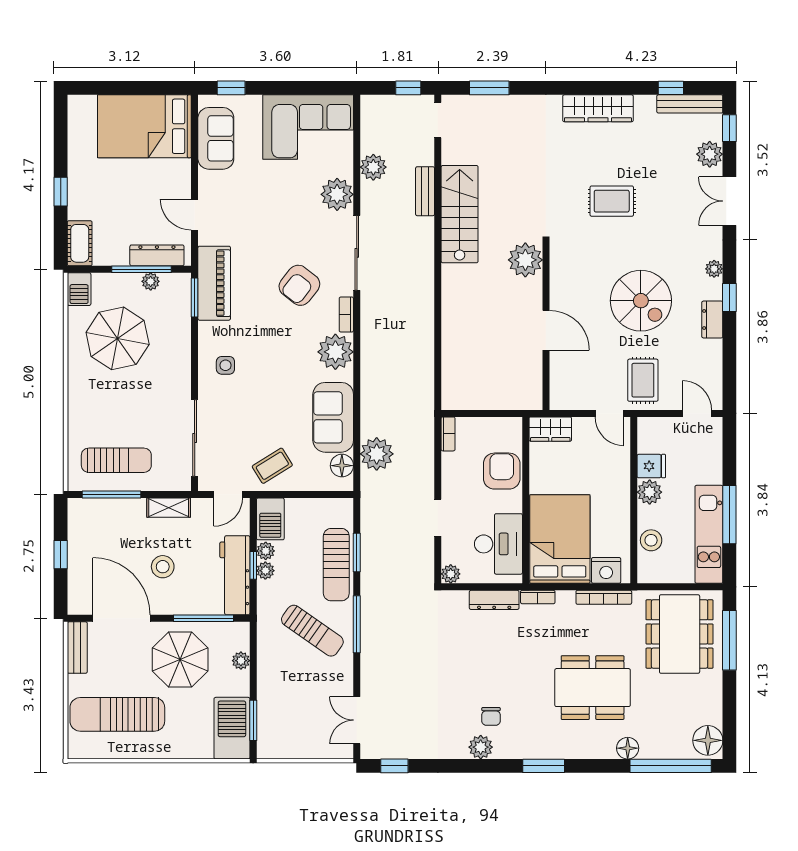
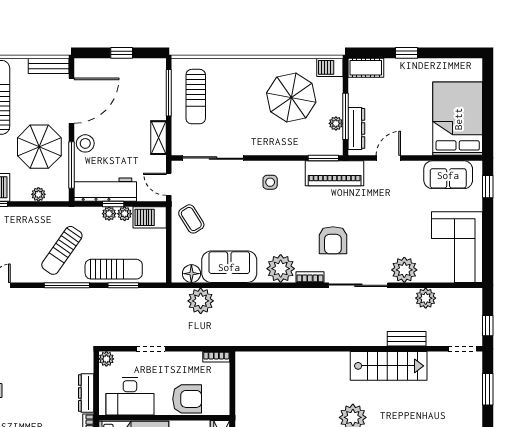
armchair: (299, 285) -> (333, 240), turned -128
sun lounger: (336, 565) -> (114, 269), turned 180
stool: (163, 567) -> (85, 143), moved

